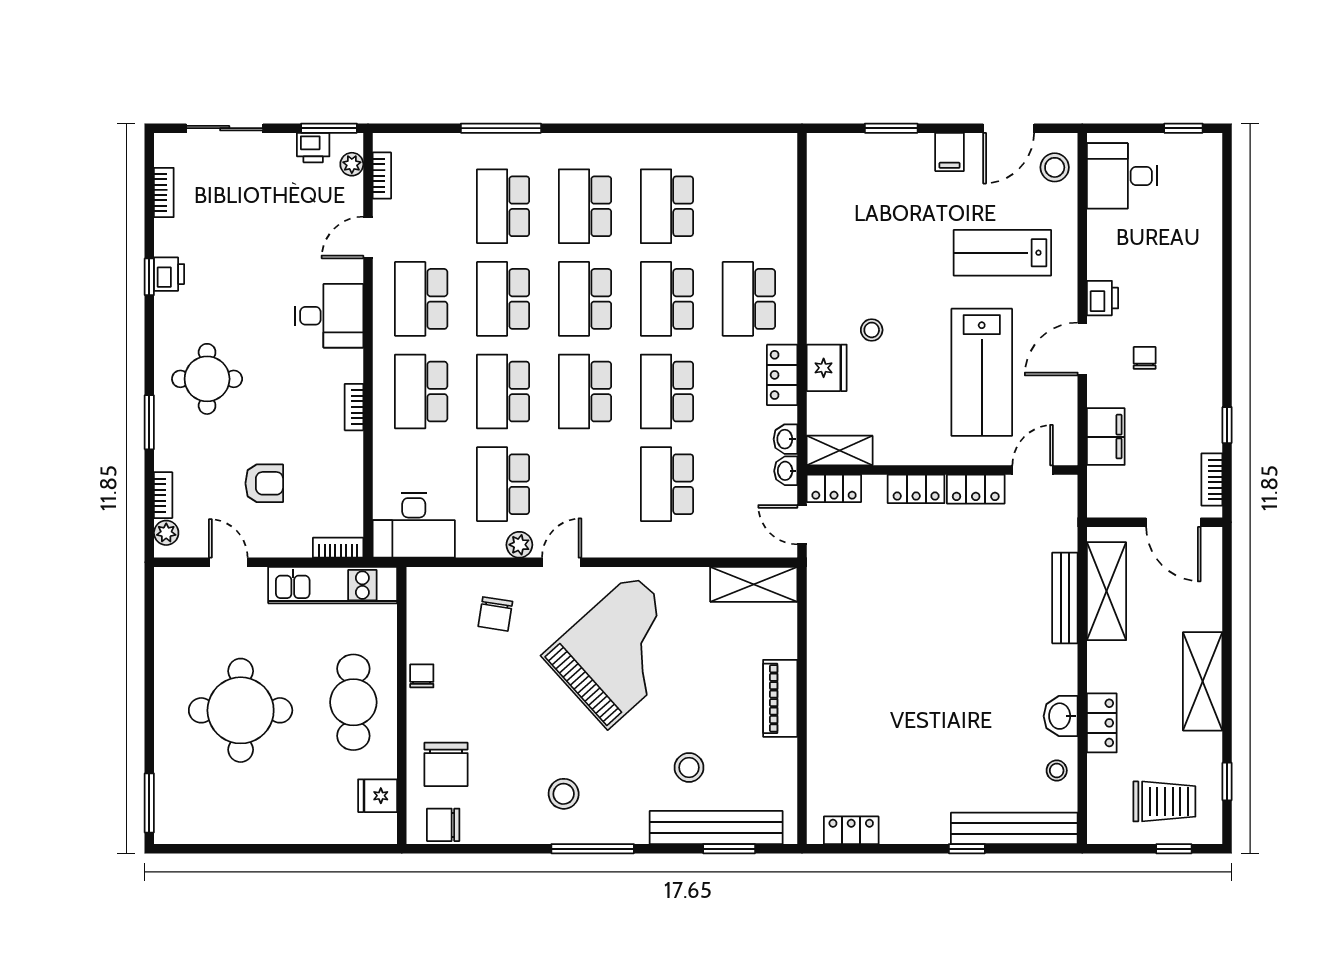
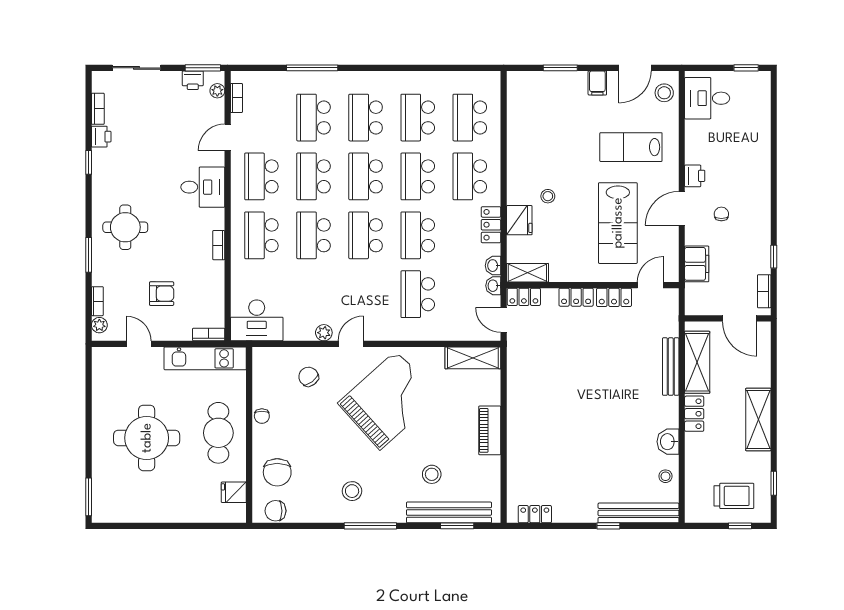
printer: (169, 274) -> (101, 137), moved
school desk: (503, 484) -> (470, 118), moved
chair: (495, 614) -> (309, 377), turned 133
chair: (422, 676) -> (262, 416), turned 180
locker: (1102, 723) -> (694, 414), moved

